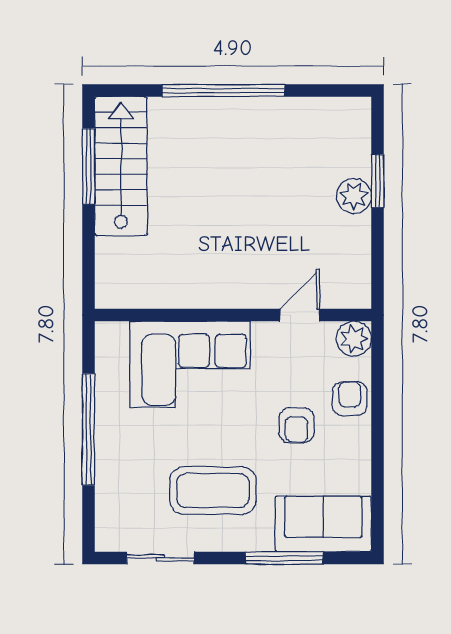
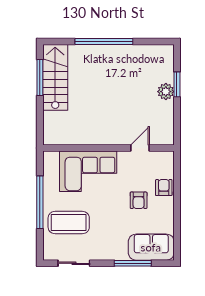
plant: (354, 339) -> (166, 159), removed
coffee table: (213, 491) -> (69, 223), moved

